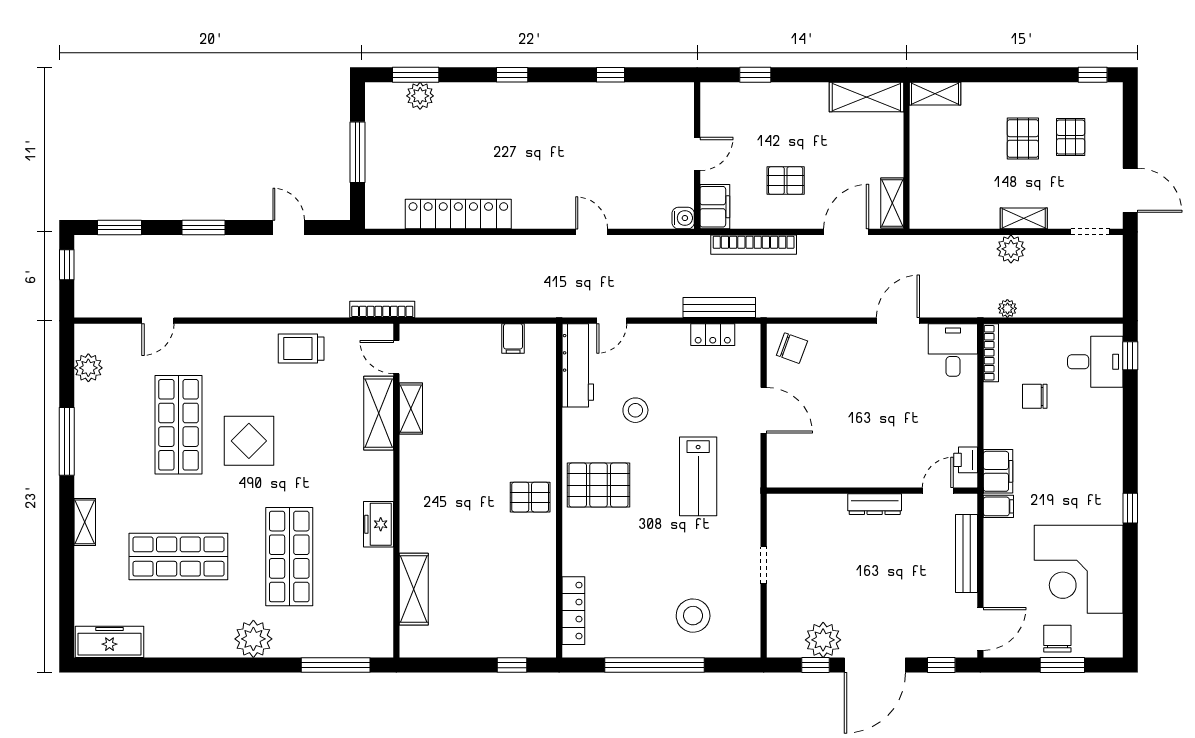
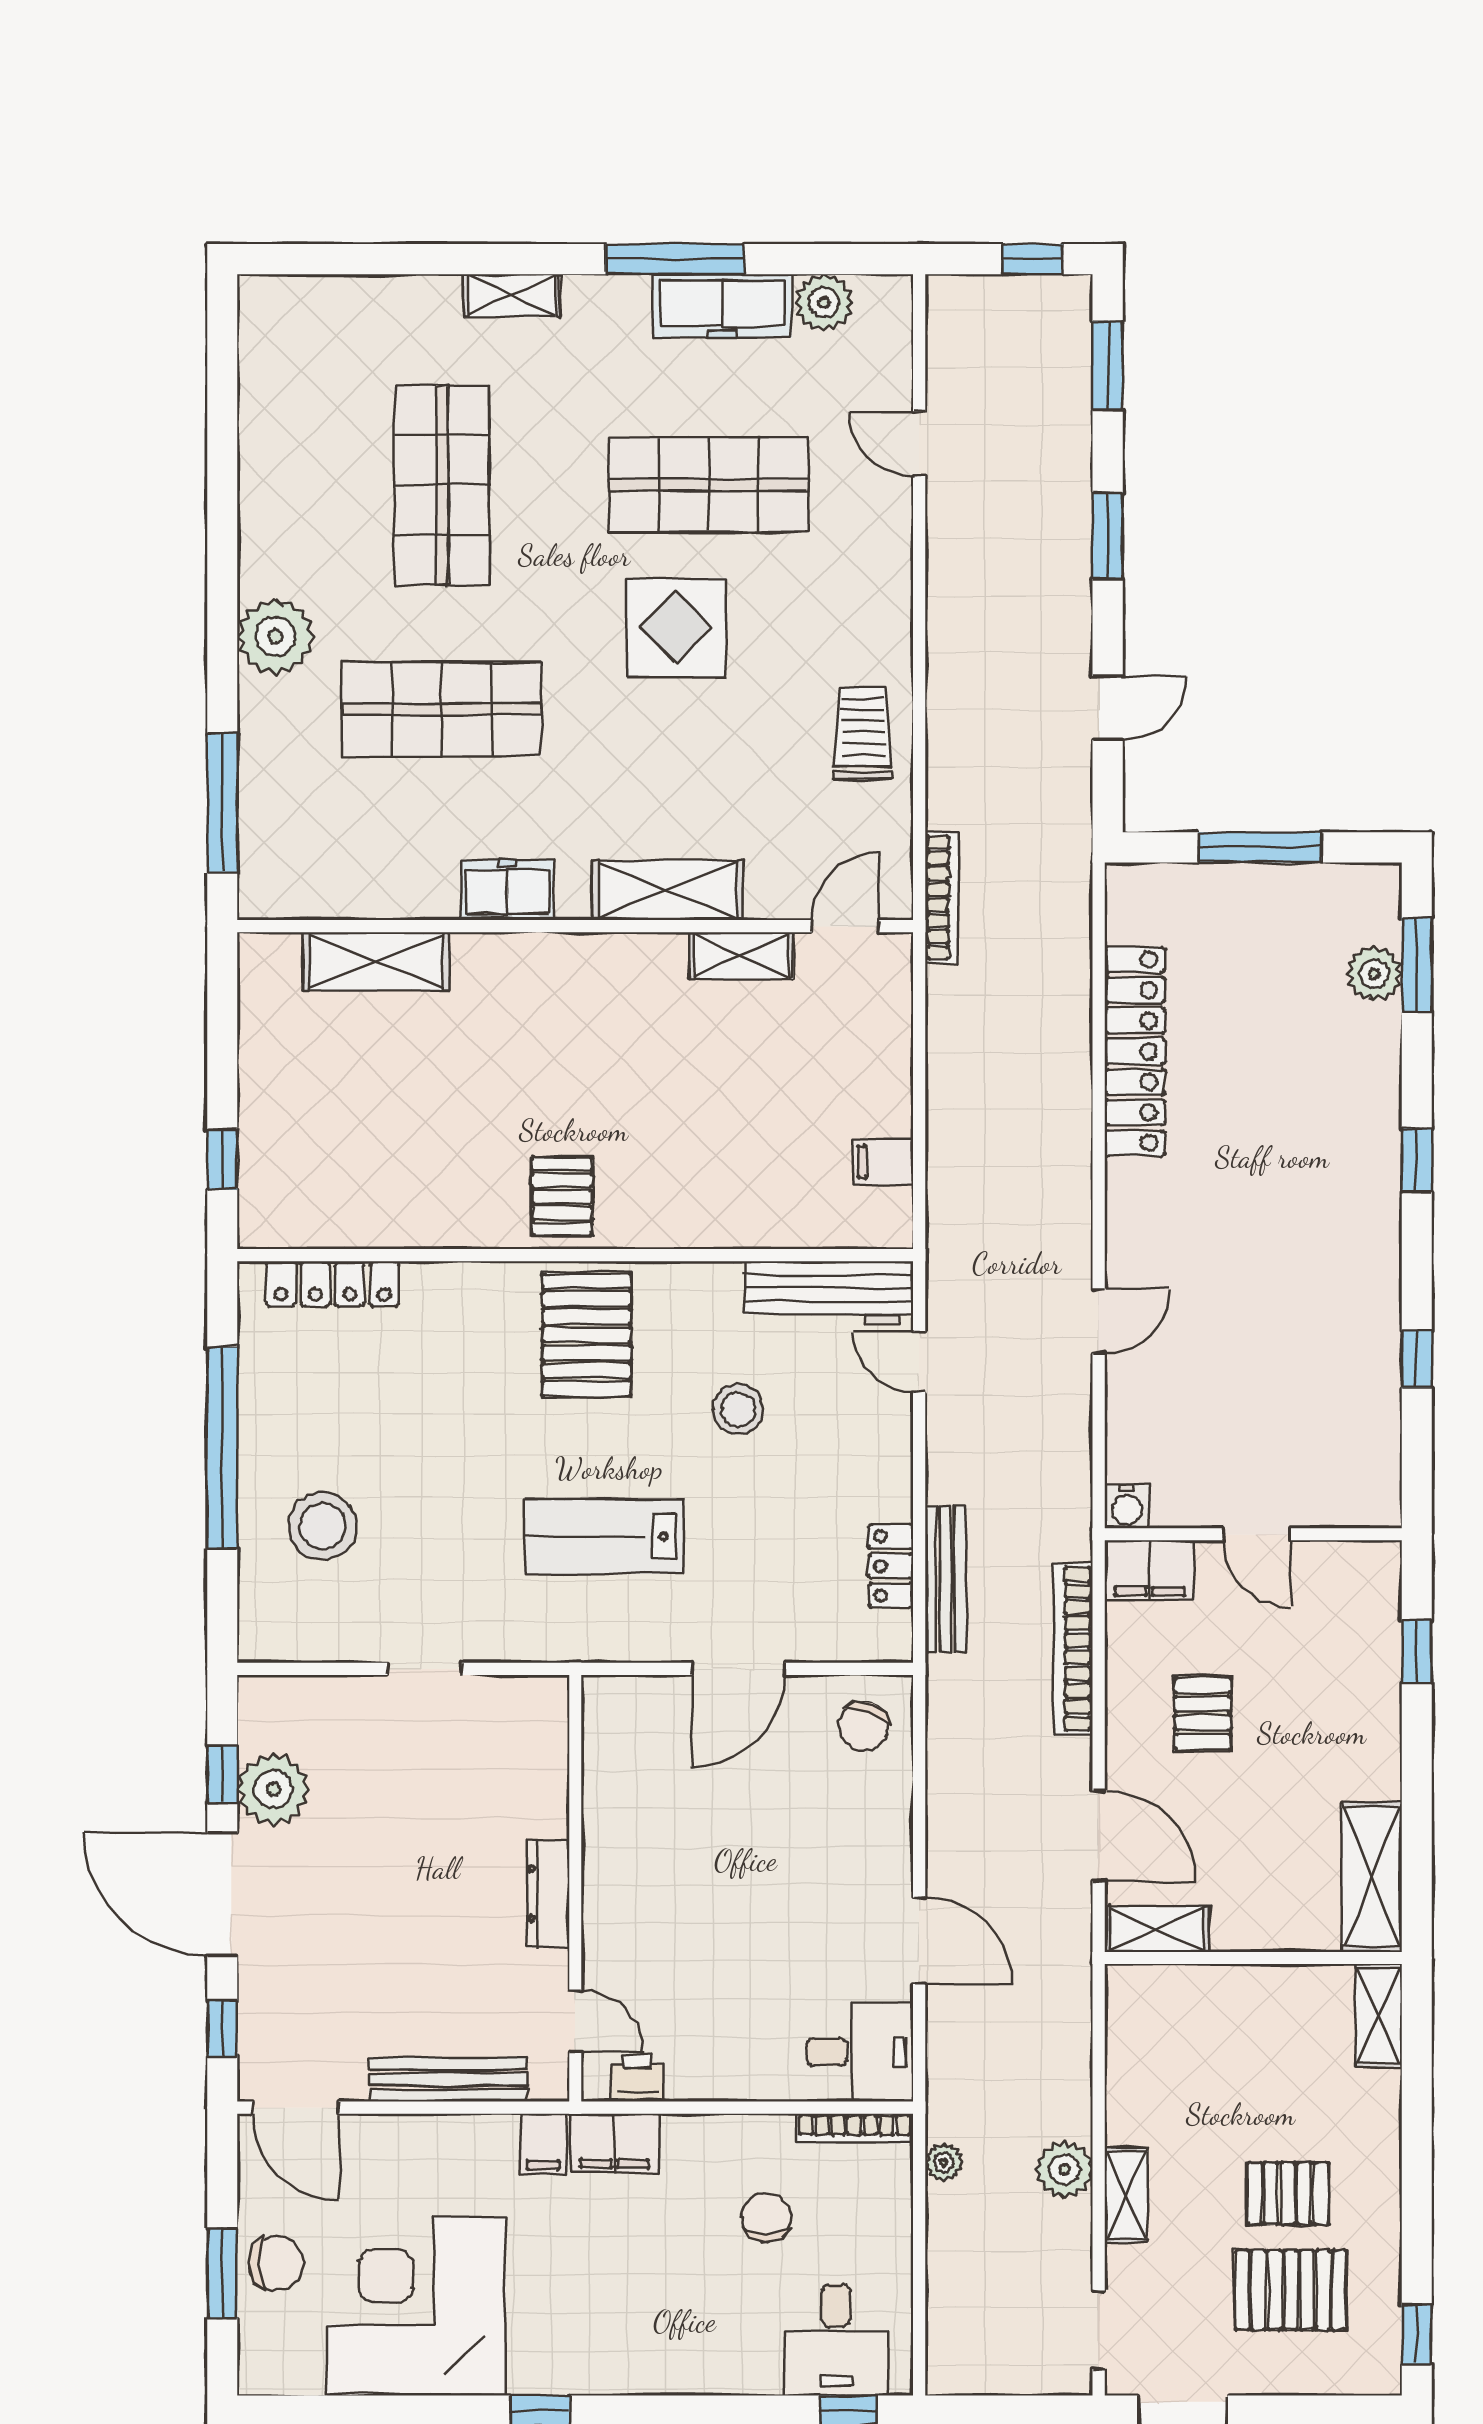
pallet: (1071, 137) -> (1291, 2290), width x1.50, depth x1.42
shelving: (379, 413) -> (667, 890), moved
freezer: (109, 642) -> (722, 306), moved, turned 90

